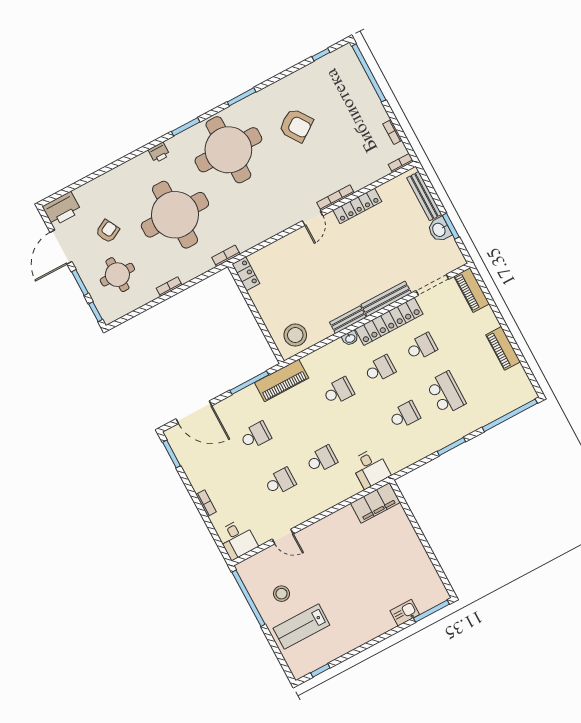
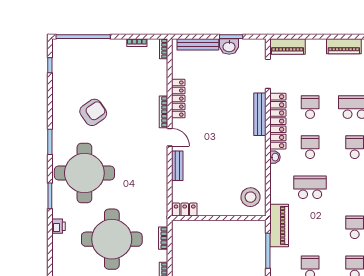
bookcase: (226, 256) -> (163, 238), moved
bench: (348, 320) -> (177, 166), moved
school desk: (338, 391) -> (310, 187), width x1.85

